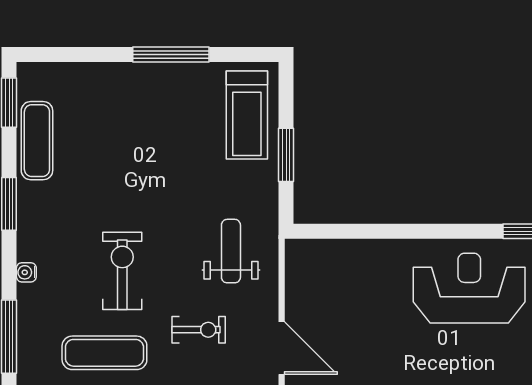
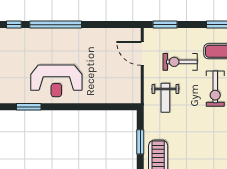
exercise bike: (199, 330) -> (180, 62), width x1.38, depth x1.39

